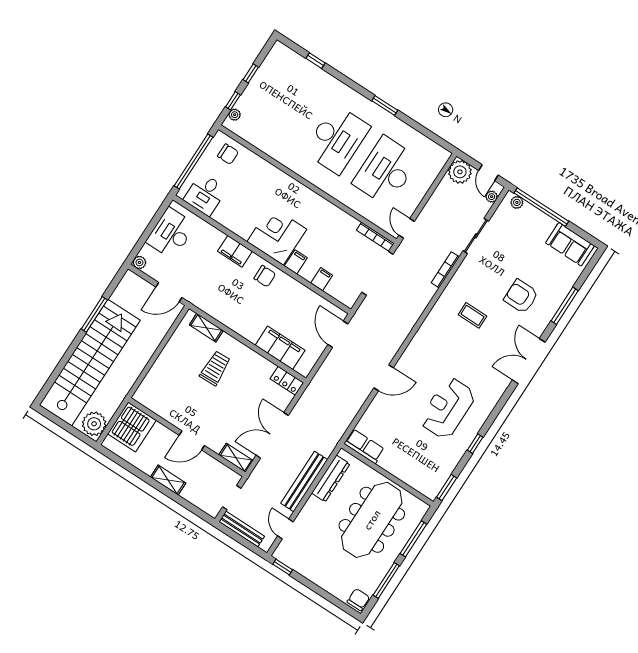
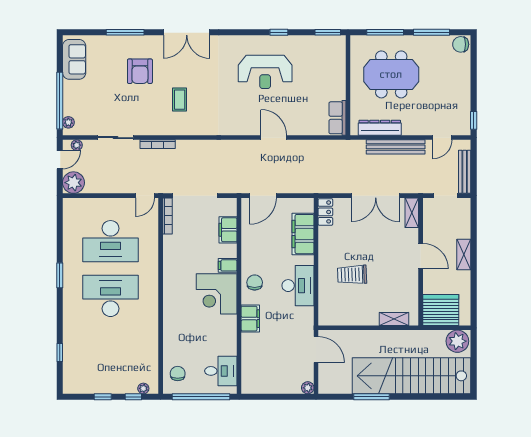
desk: (171, 233) -> (298, 286), moved, turned -90
filing cabinet: (322, 279) -> (228, 230), width x2.00
shelving: (206, 328) -> (394, 319), moved, turned 90
meeting table: (372, 520) -> (391, 74), width x0.73

